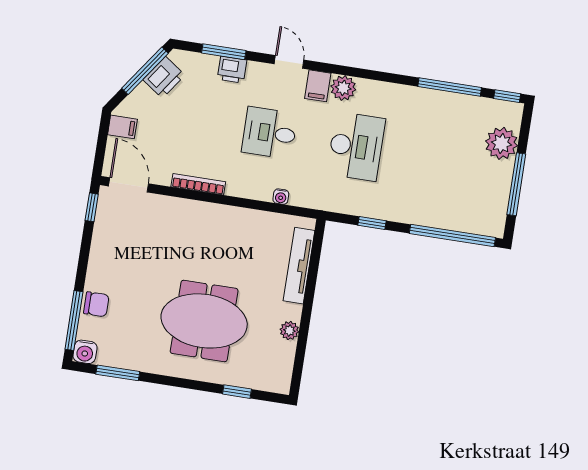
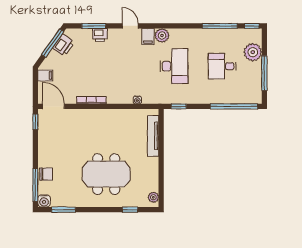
desk: (269, 133) -> (222, 66), moved
window: (372, 223) -> (179, 106), moved
plant: (289, 331) -> (153, 197), moved

